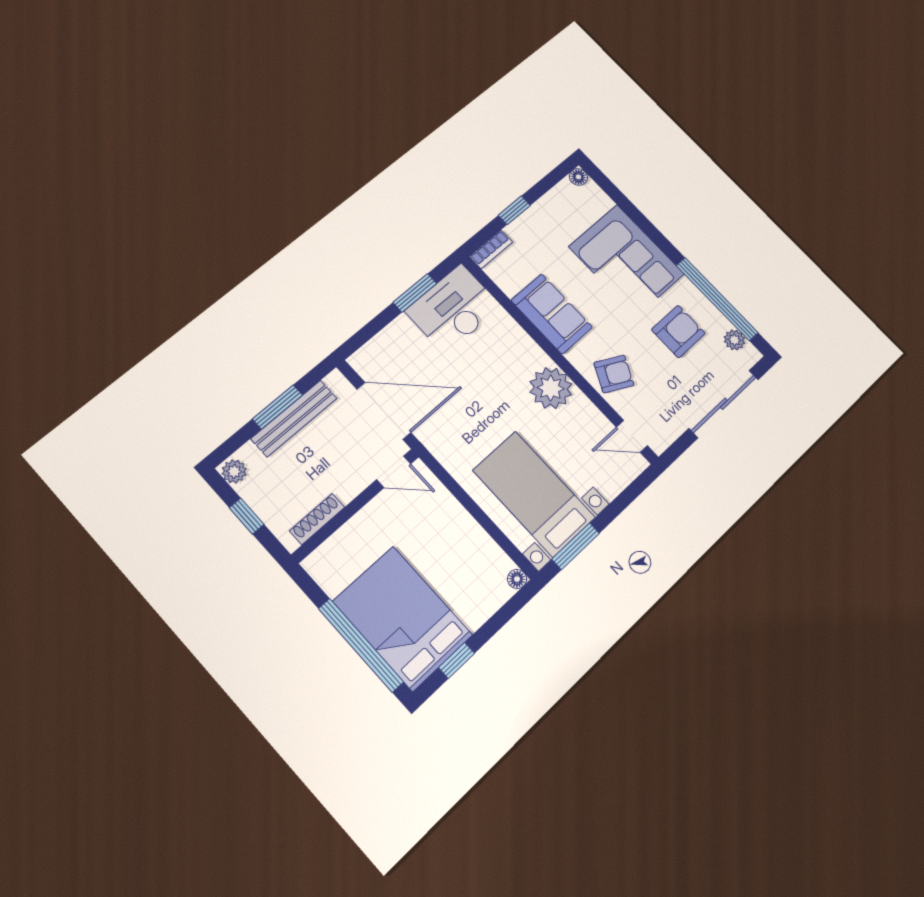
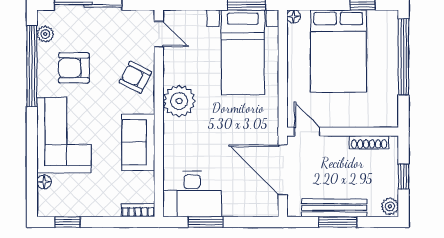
floor lamp: (578, 177) -> (44, 182), moved
window: (514, 210) -> (68, 222), moved
bed: (403, 618) -> (338, 51), moved

